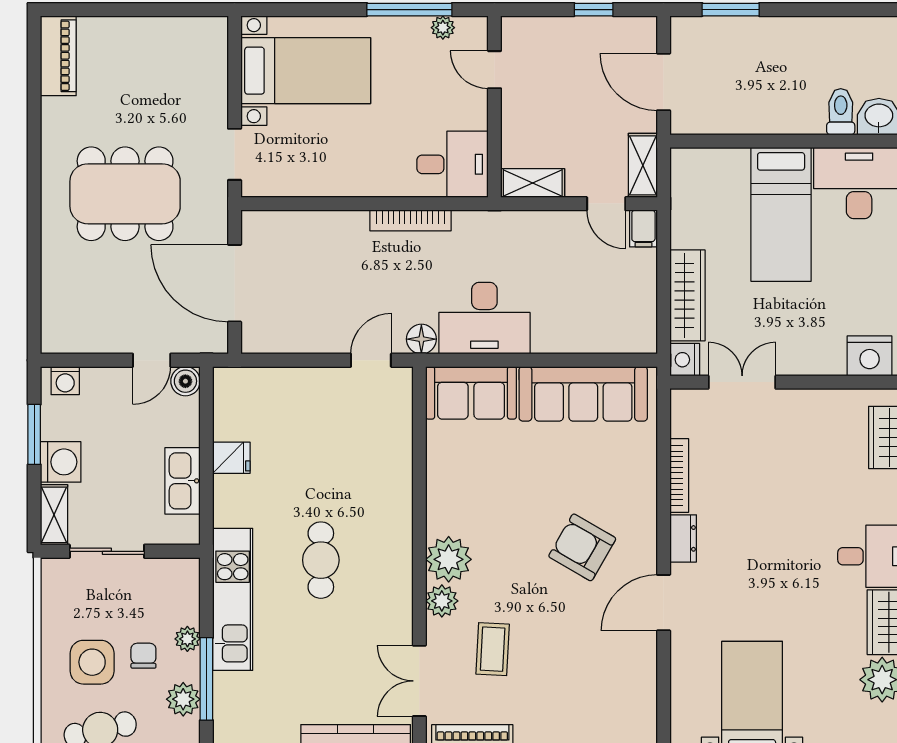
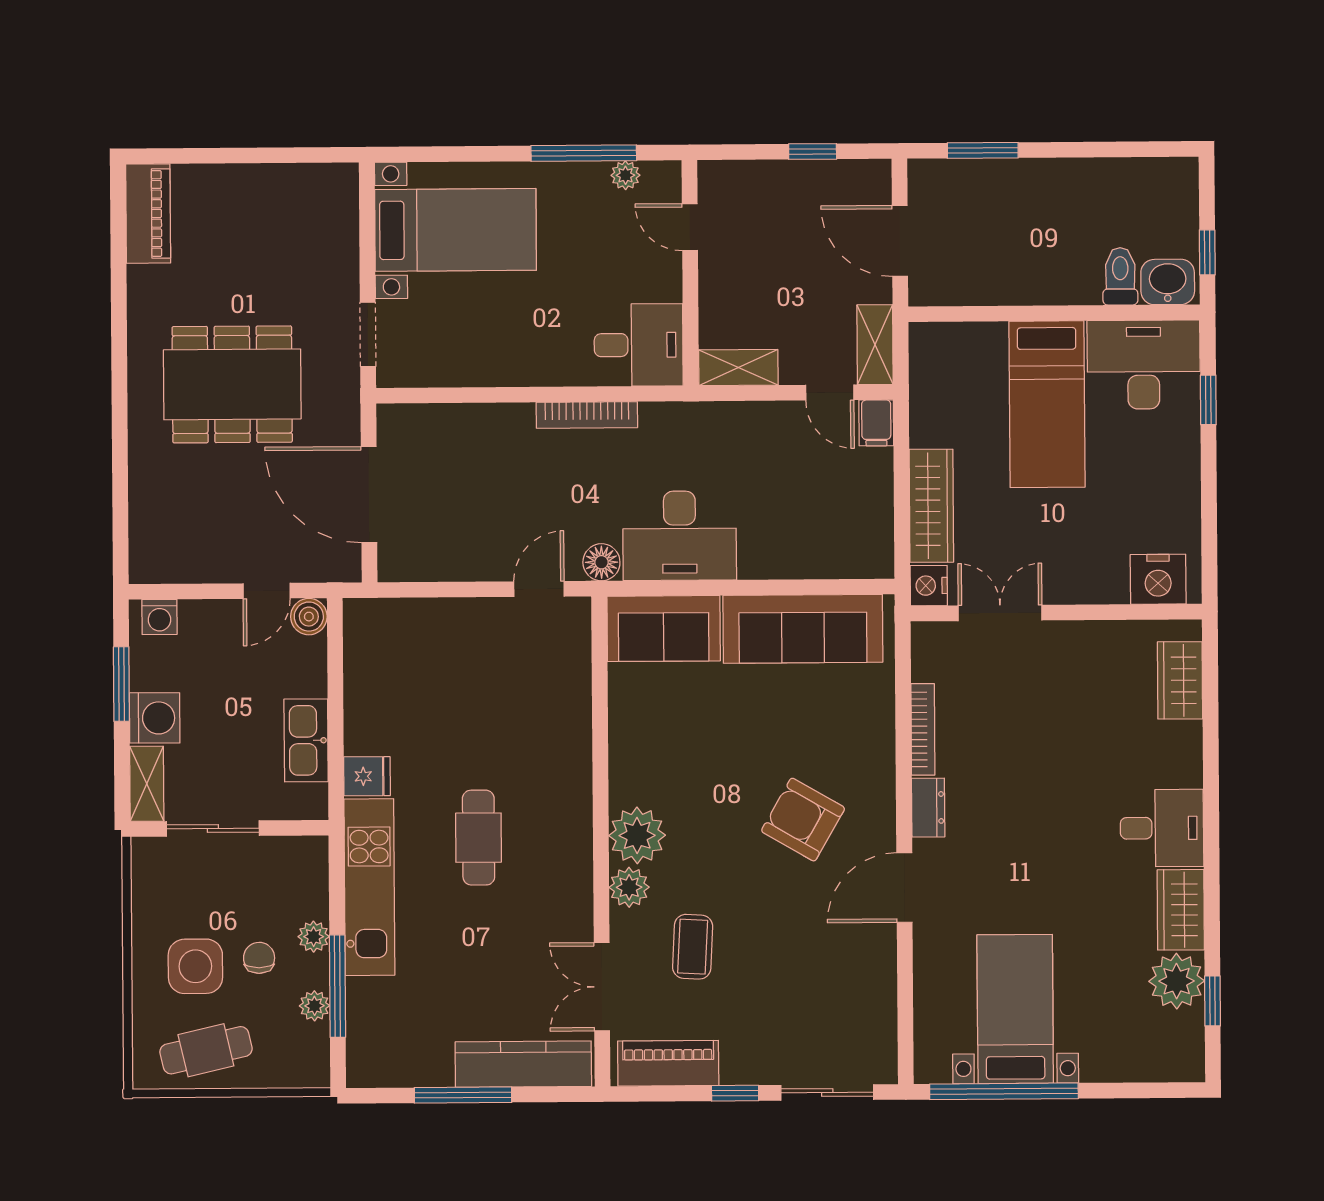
fridge: (231, 458) -> (367, 776), moved
plant: (183, 699) -> (315, 1006), width x0.73, depth x0.73

